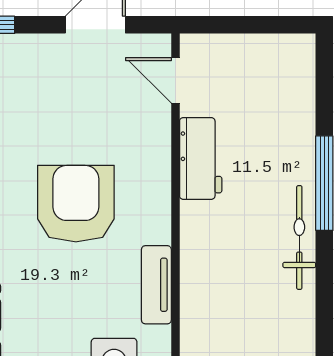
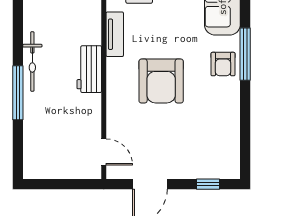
workbench: (201, 158) -> (89, 69), moved

